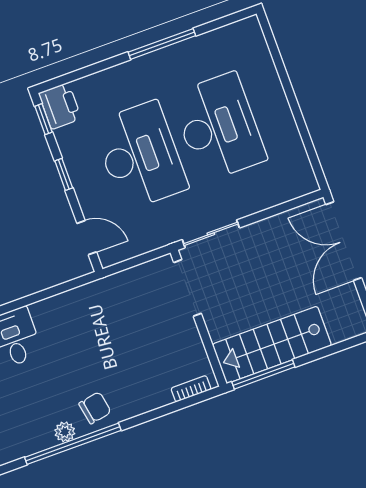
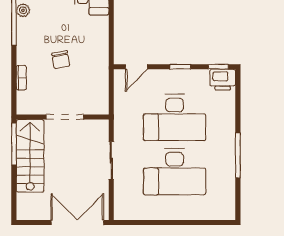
sliding door: (211, 234) -> (111, 161), moved
doorway: (188, 288) -> (65, 117), moved
bookcase: (191, 389) -> (21, 78), moved
chair: (95, 408) -> (61, 60), moved

